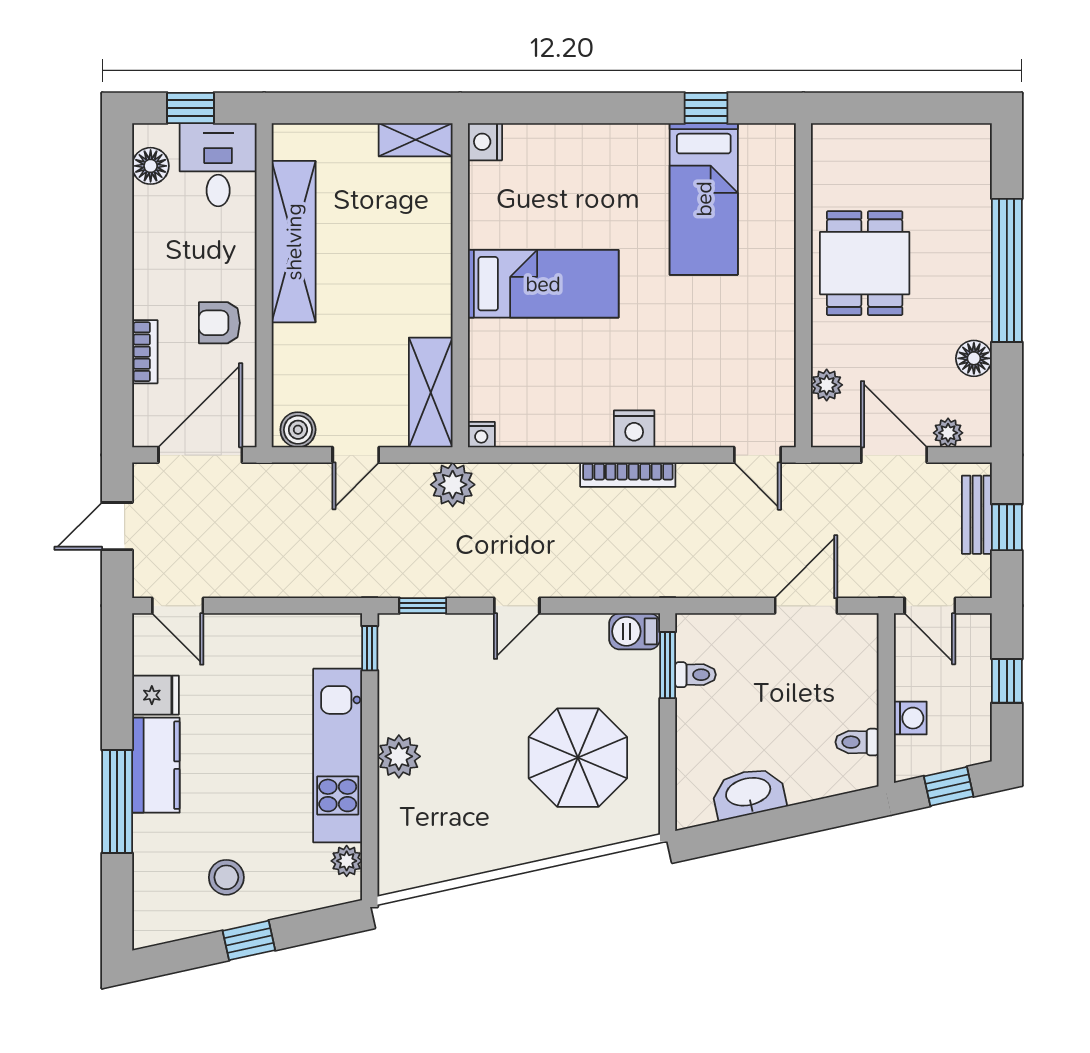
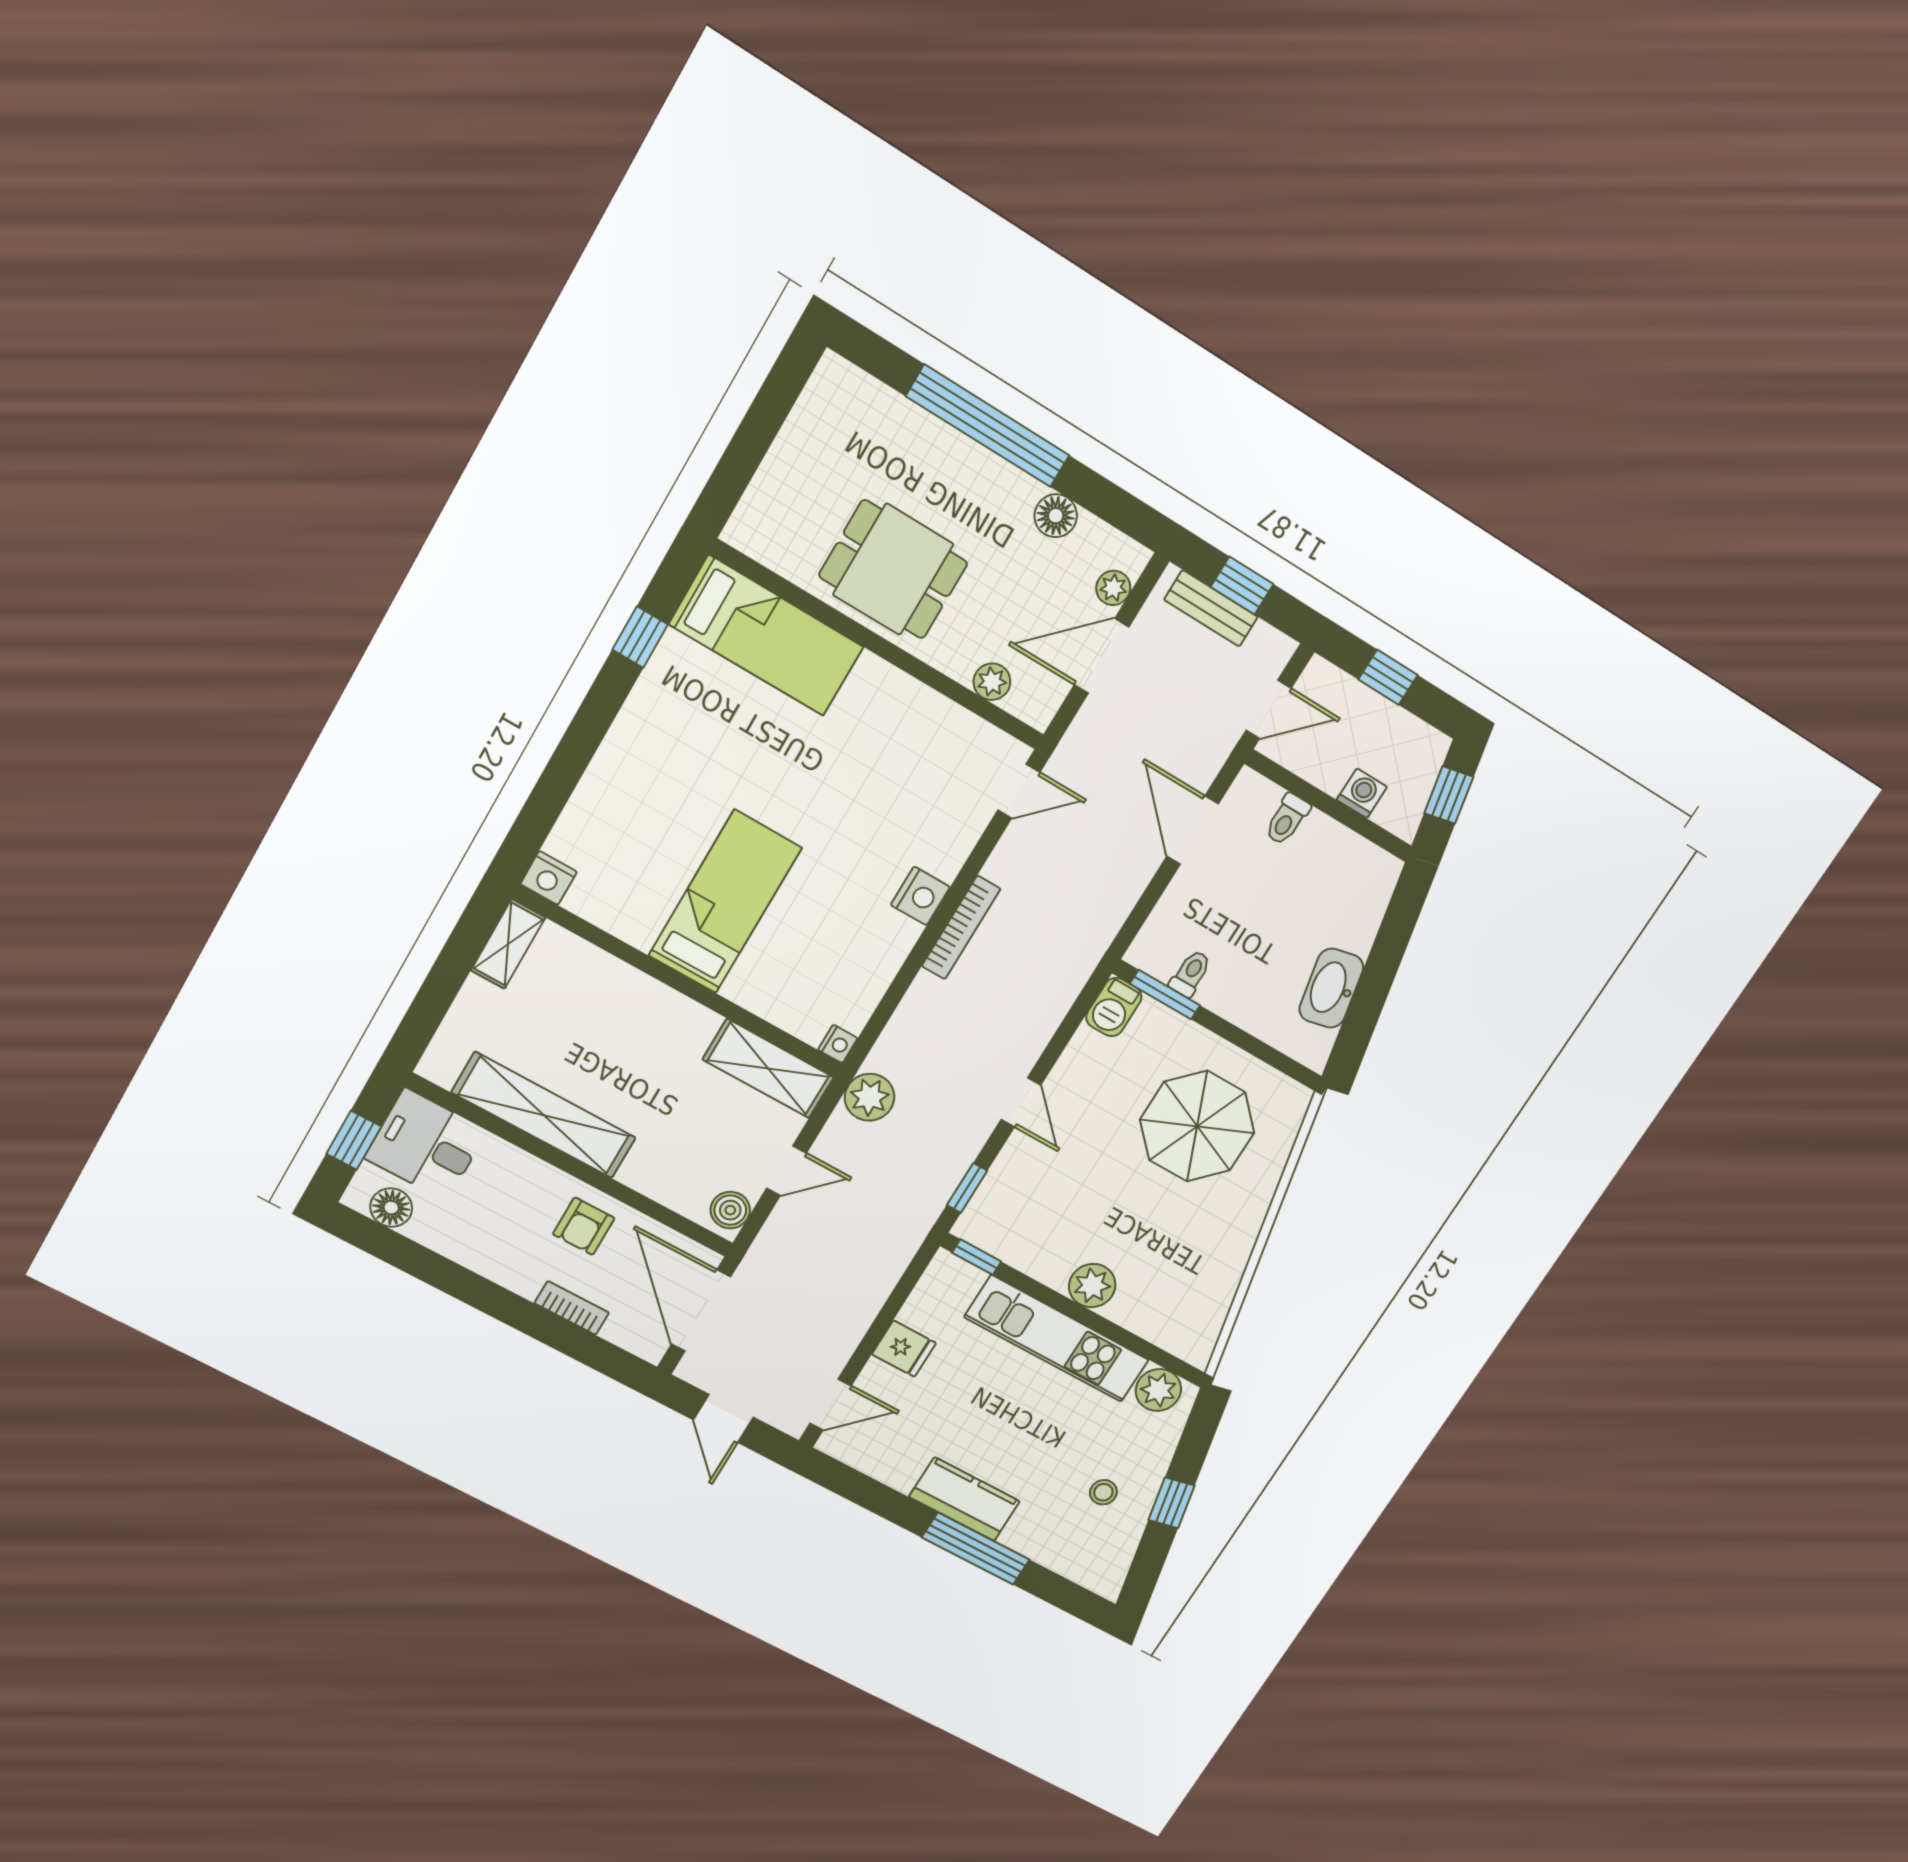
bed: (704, 199) -> (766, 636), moved
door: (356, 455) -> (786, 1171), hinge flipped
fridge: (156, 695) -> (904, 1349), moved, turned 90
toilet: (857, 742) -> (1287, 819), moved
plant: (347, 861) -> (1158, 1390), width x1.38, depth x1.38
stool: (226, 877) -> (1103, 1492), width x0.73, depth x0.73

